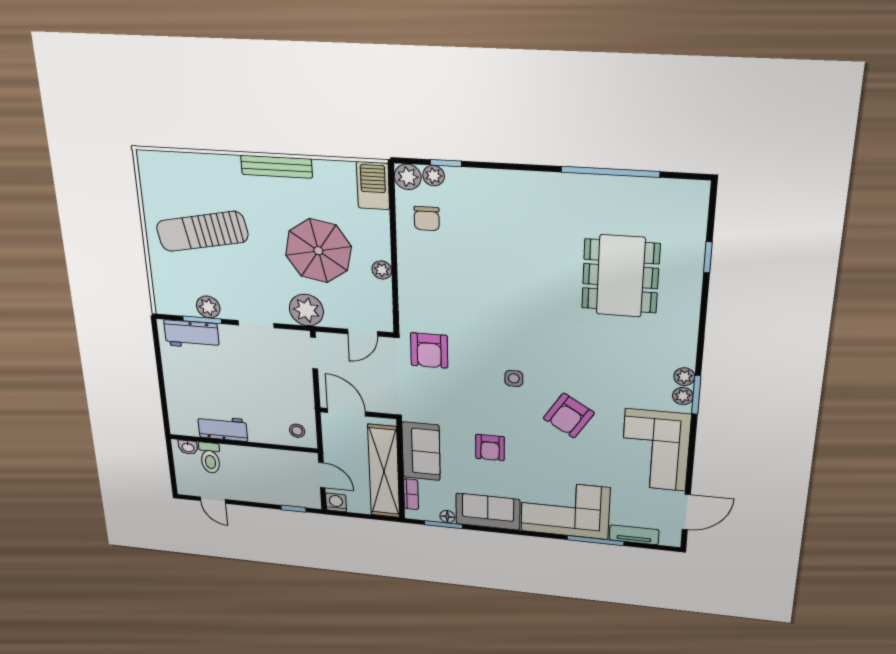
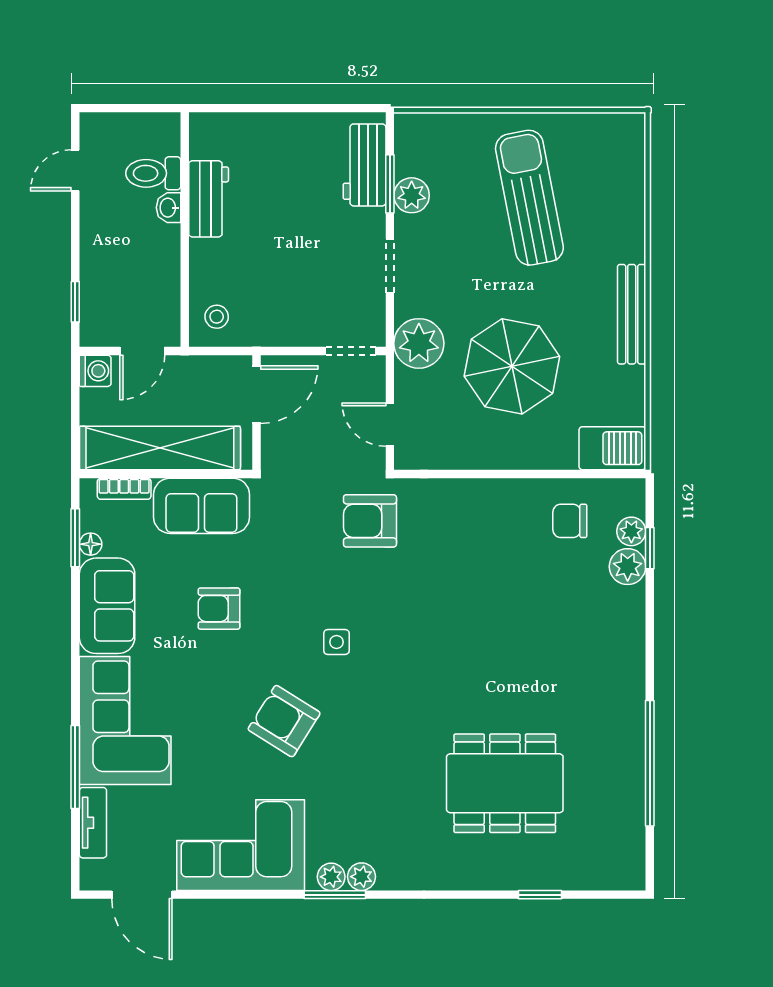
plant: (408, 177) -> (628, 567), moved
plant: (382, 270) -> (489, 456), removed
washbasin: (188, 447) -> (169, 208), moved

